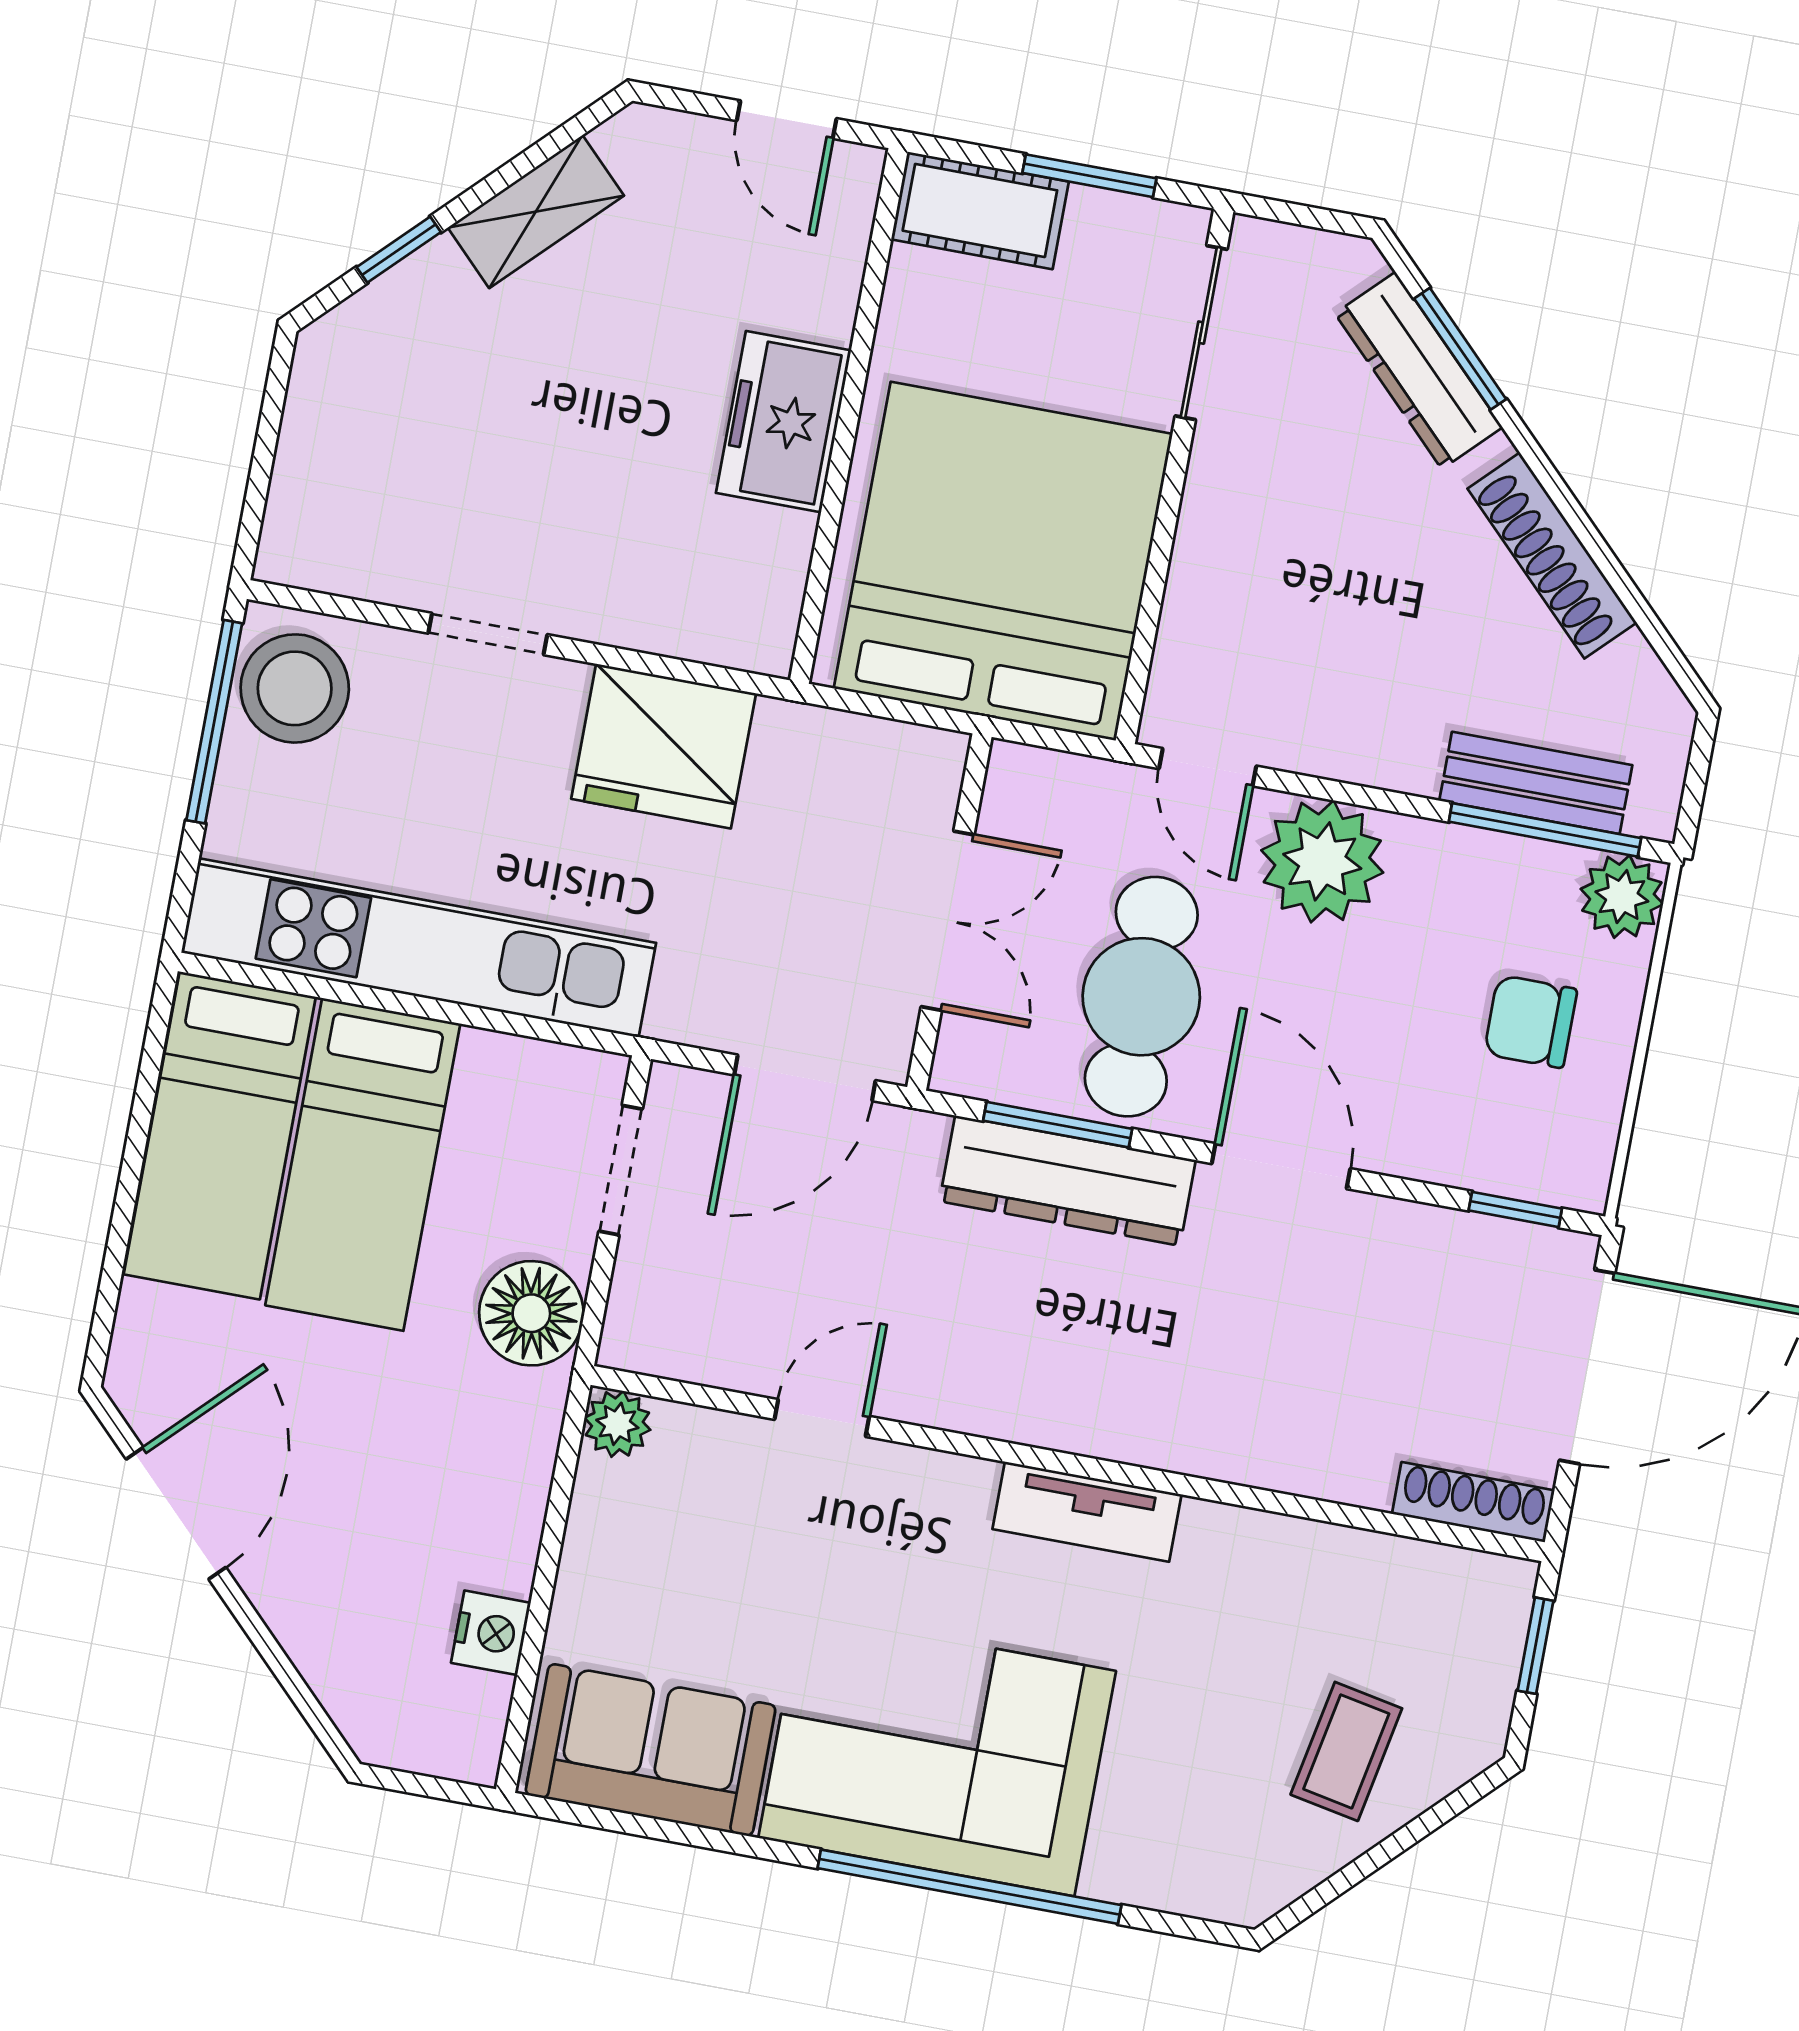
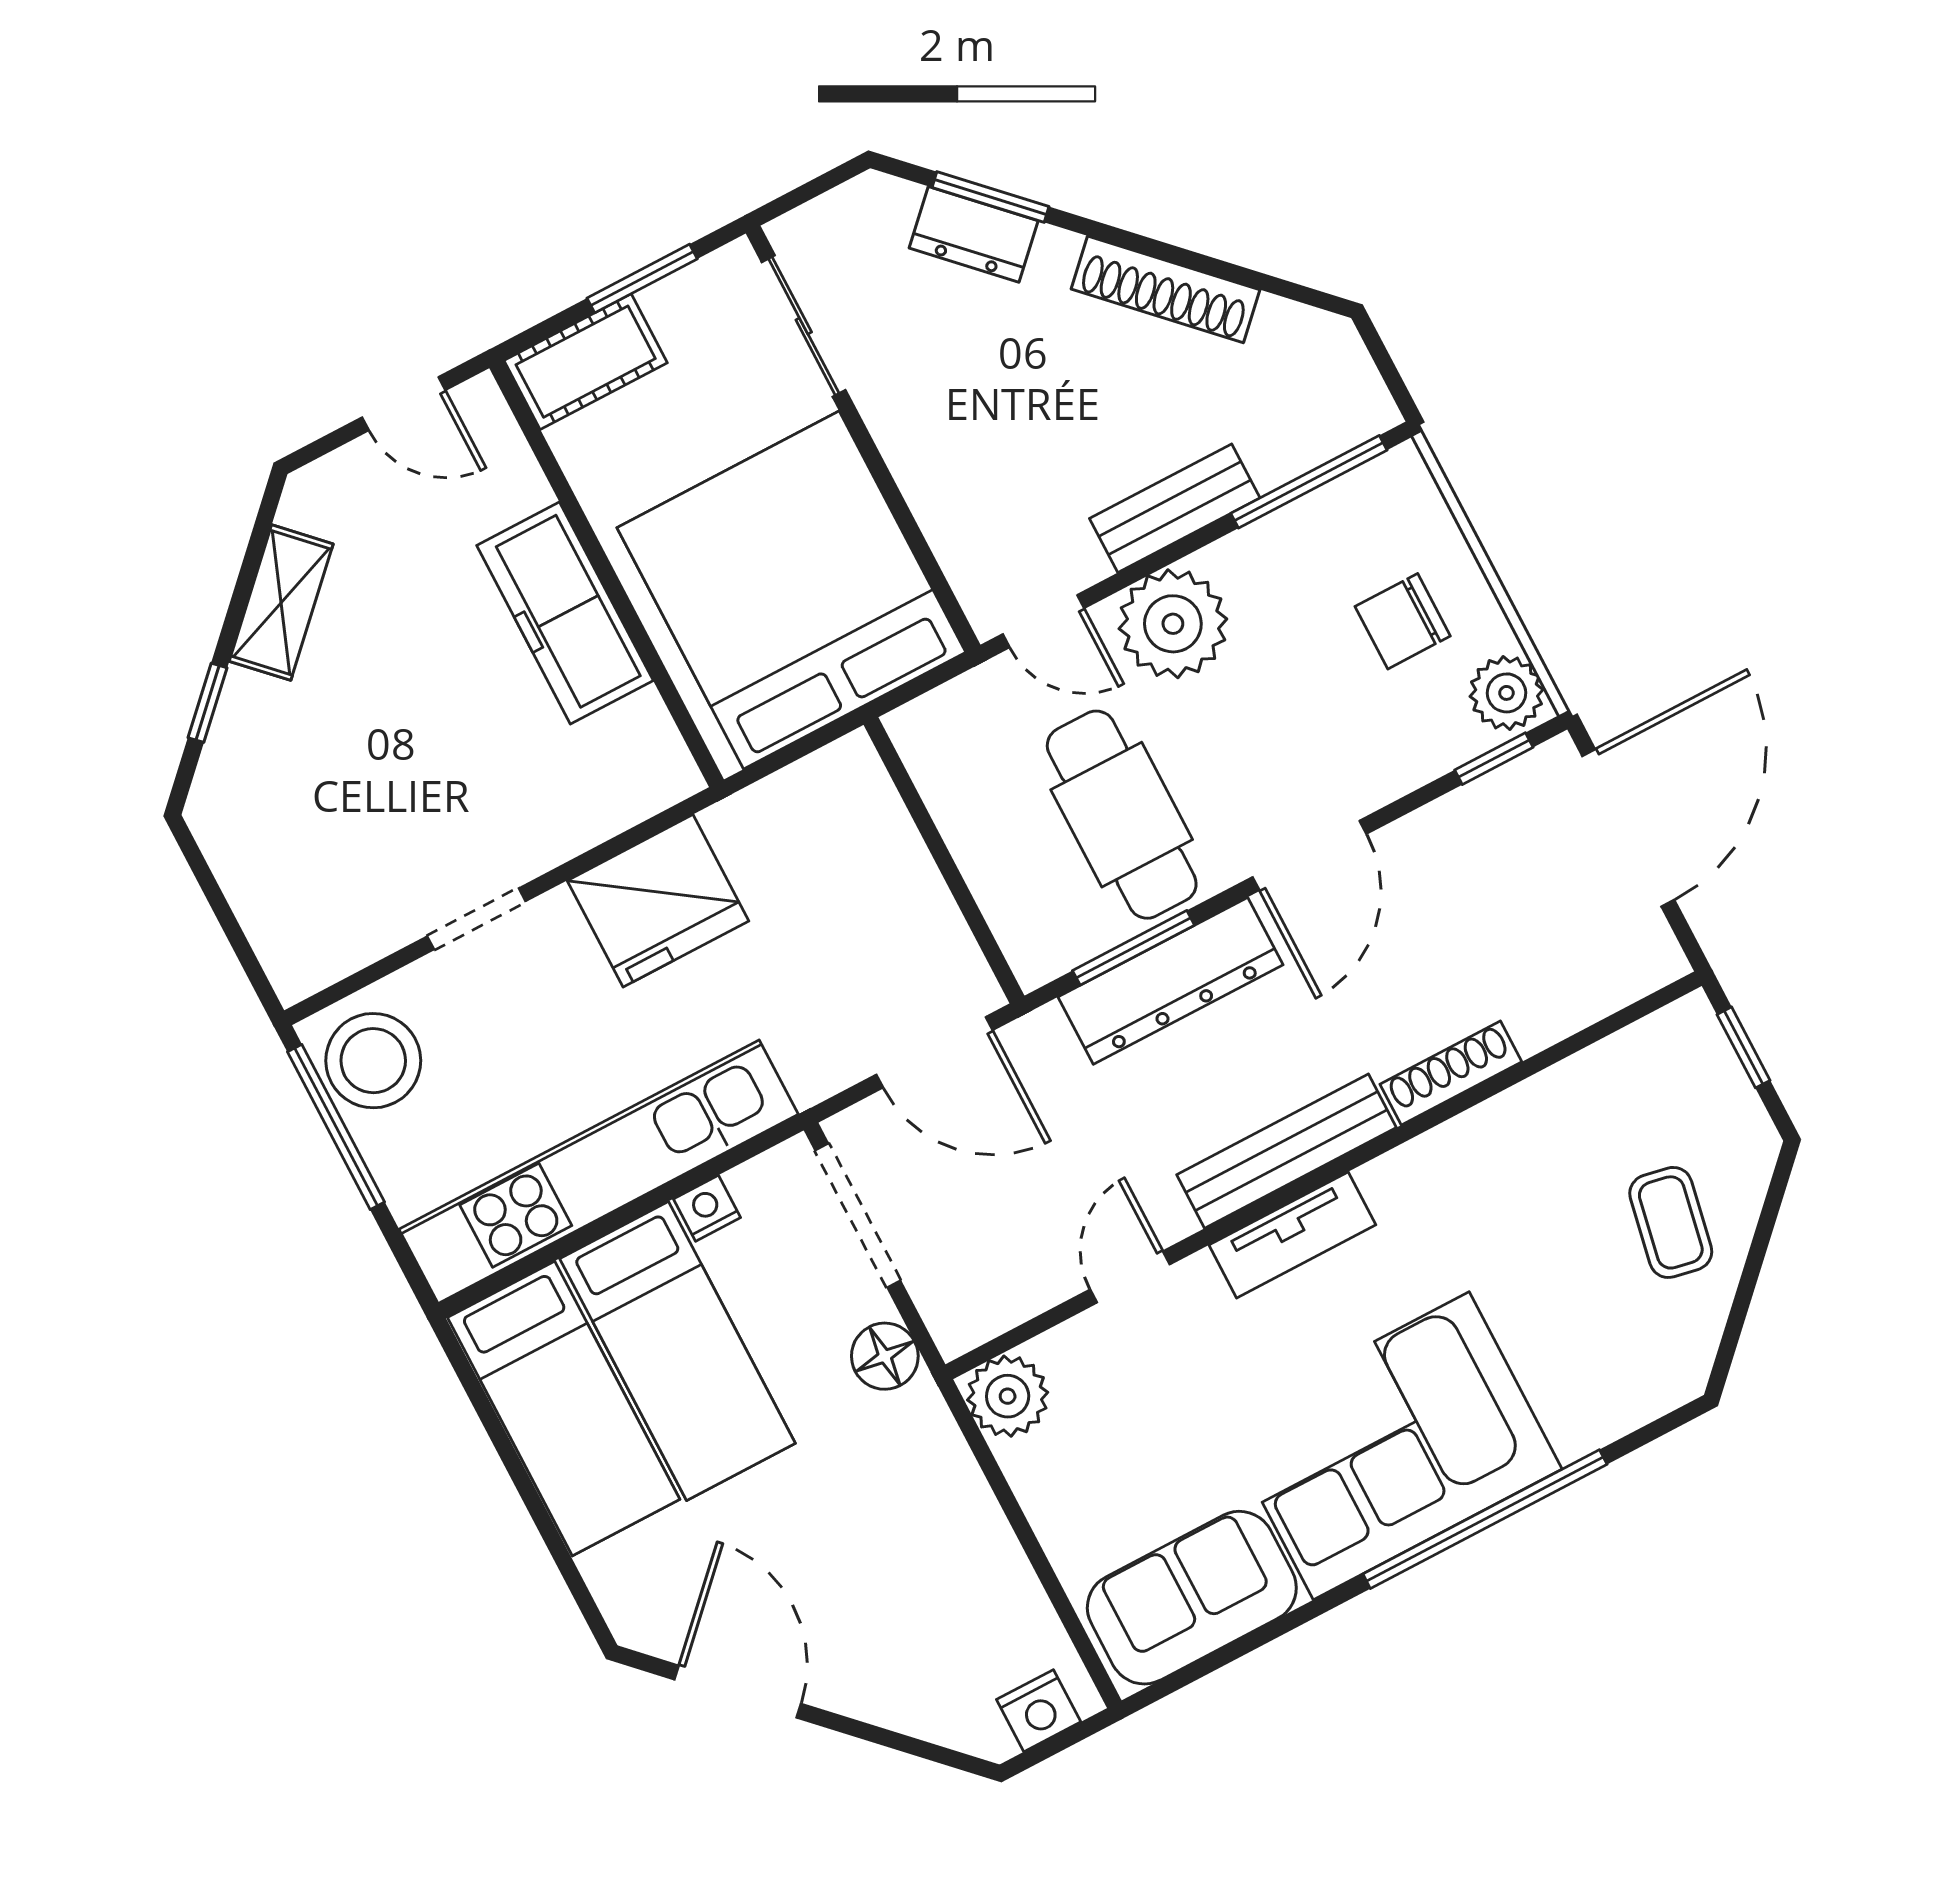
dresser: (1419, 370) -> (974, 234), width x0.70
freezer: (783, 422) -> (565, 613), width x1.40
bench: (1536, 783) -> (1175, 508), moved
plant: (1622, 897) -> (1507, 693), moved
double door: (948, 921) -> (948, 867), removed
nightstand: (490, 1057) -> (707, 1208), added
door: (805, 1078) -> (934, 1052), hinge flipped
door: (1281, 1166) -> (1309, 855), swing flipped
doorway: (621, 1170) -> (858, 1215), width x1.38
floor lamp: (531, 1313) -> (885, 1356), width x0.73, depth x0.73
bench: (1051, 1416) -> (1286, 1151), added
plant: (617, 1424) -> (1008, 1396), width x1.38, depth x1.38
shoe rack: (1473, 1502) -> (1451, 1073), moved
tv unit: (1087, 1512) -> (1292, 1235), moved
nightstand: (491, 1633) -> (1039, 1711), moved, turned 90

